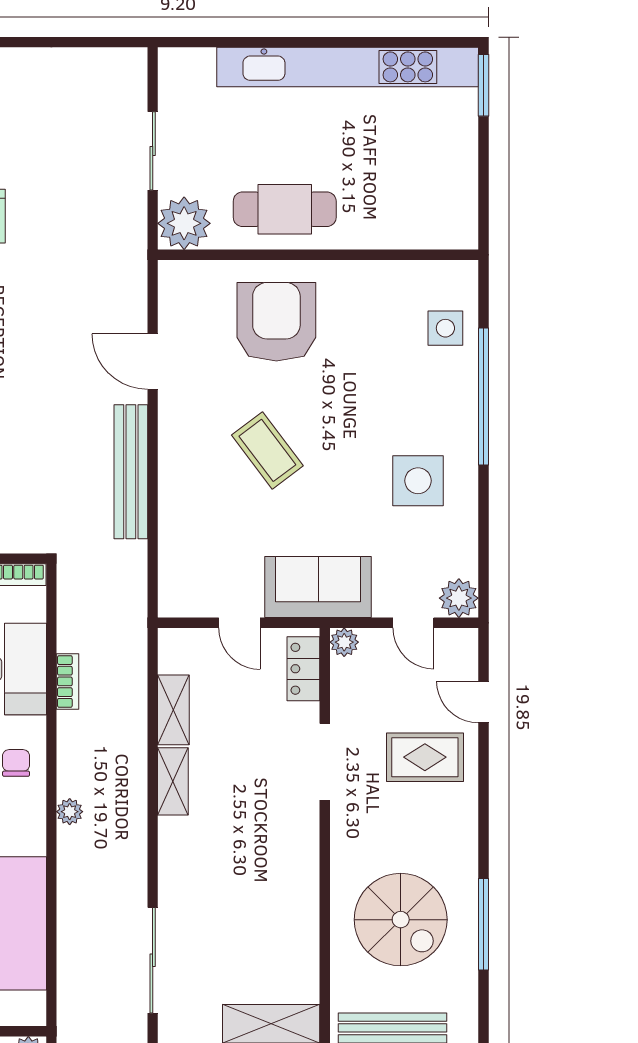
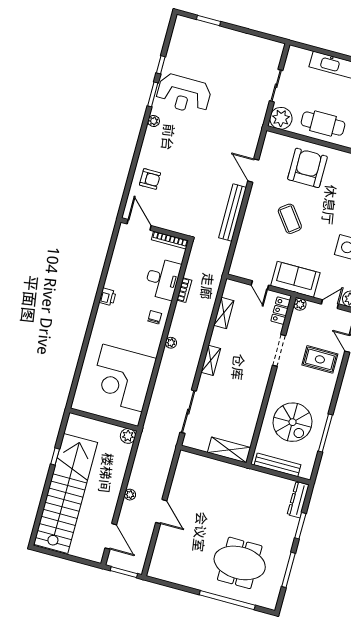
door: (413, 623) -> (330, 304), swing flipped
shelving: (173, 781) -> (211, 360), moved

